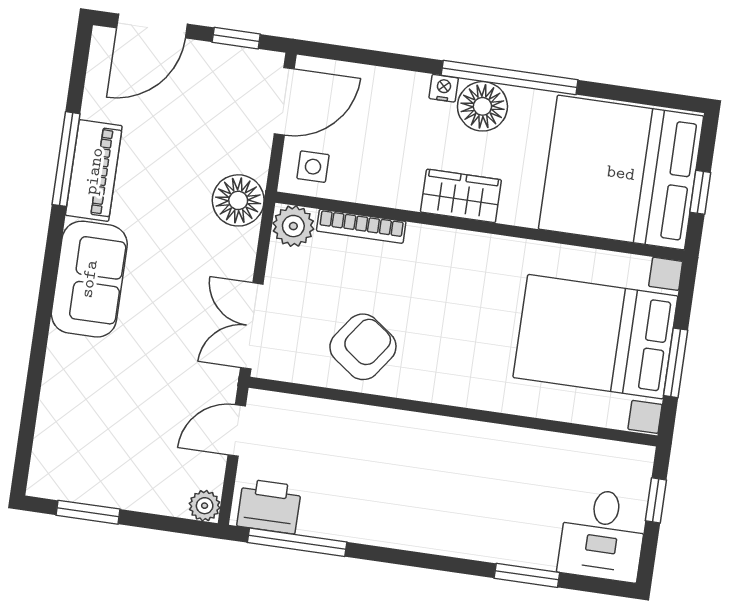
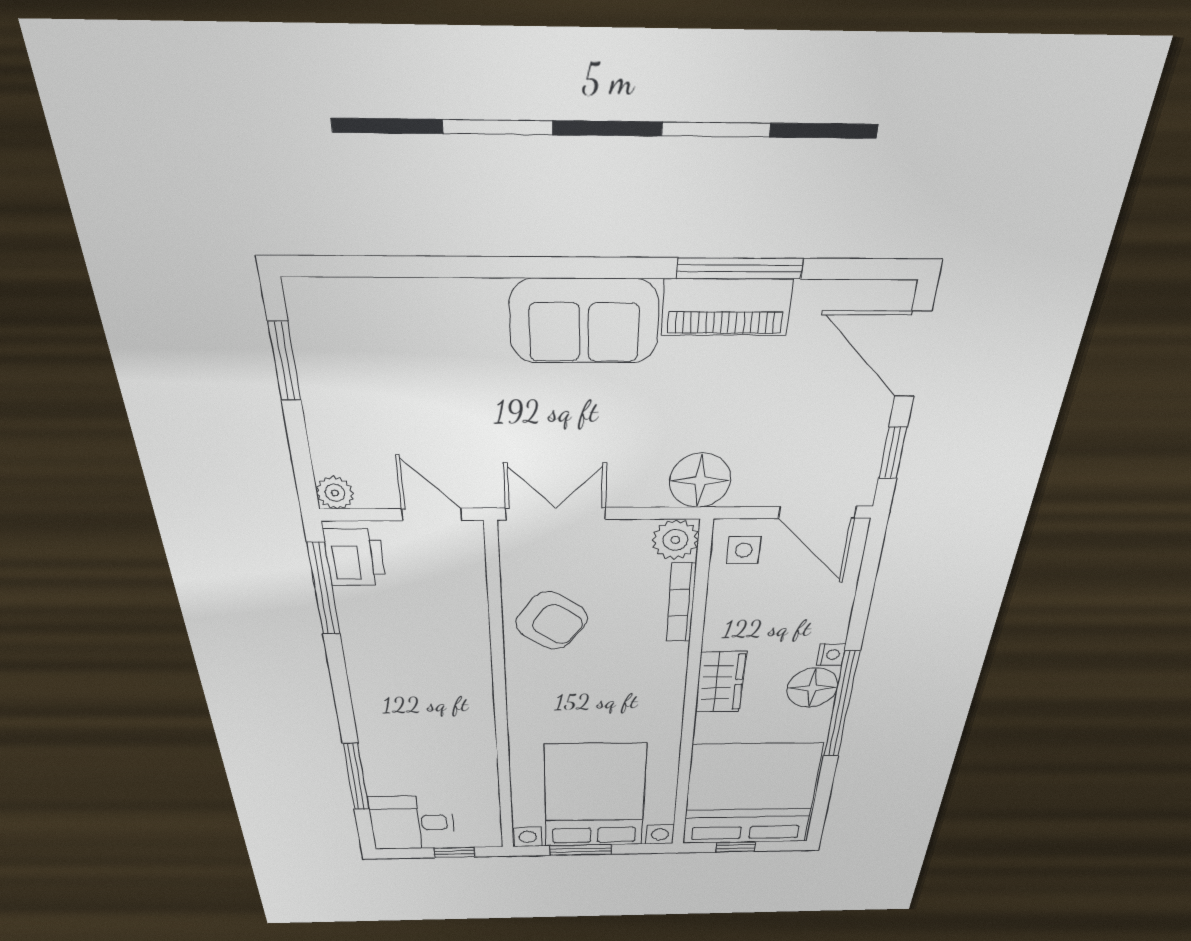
window: (527, 575) -> (356, 777), width x1.44

